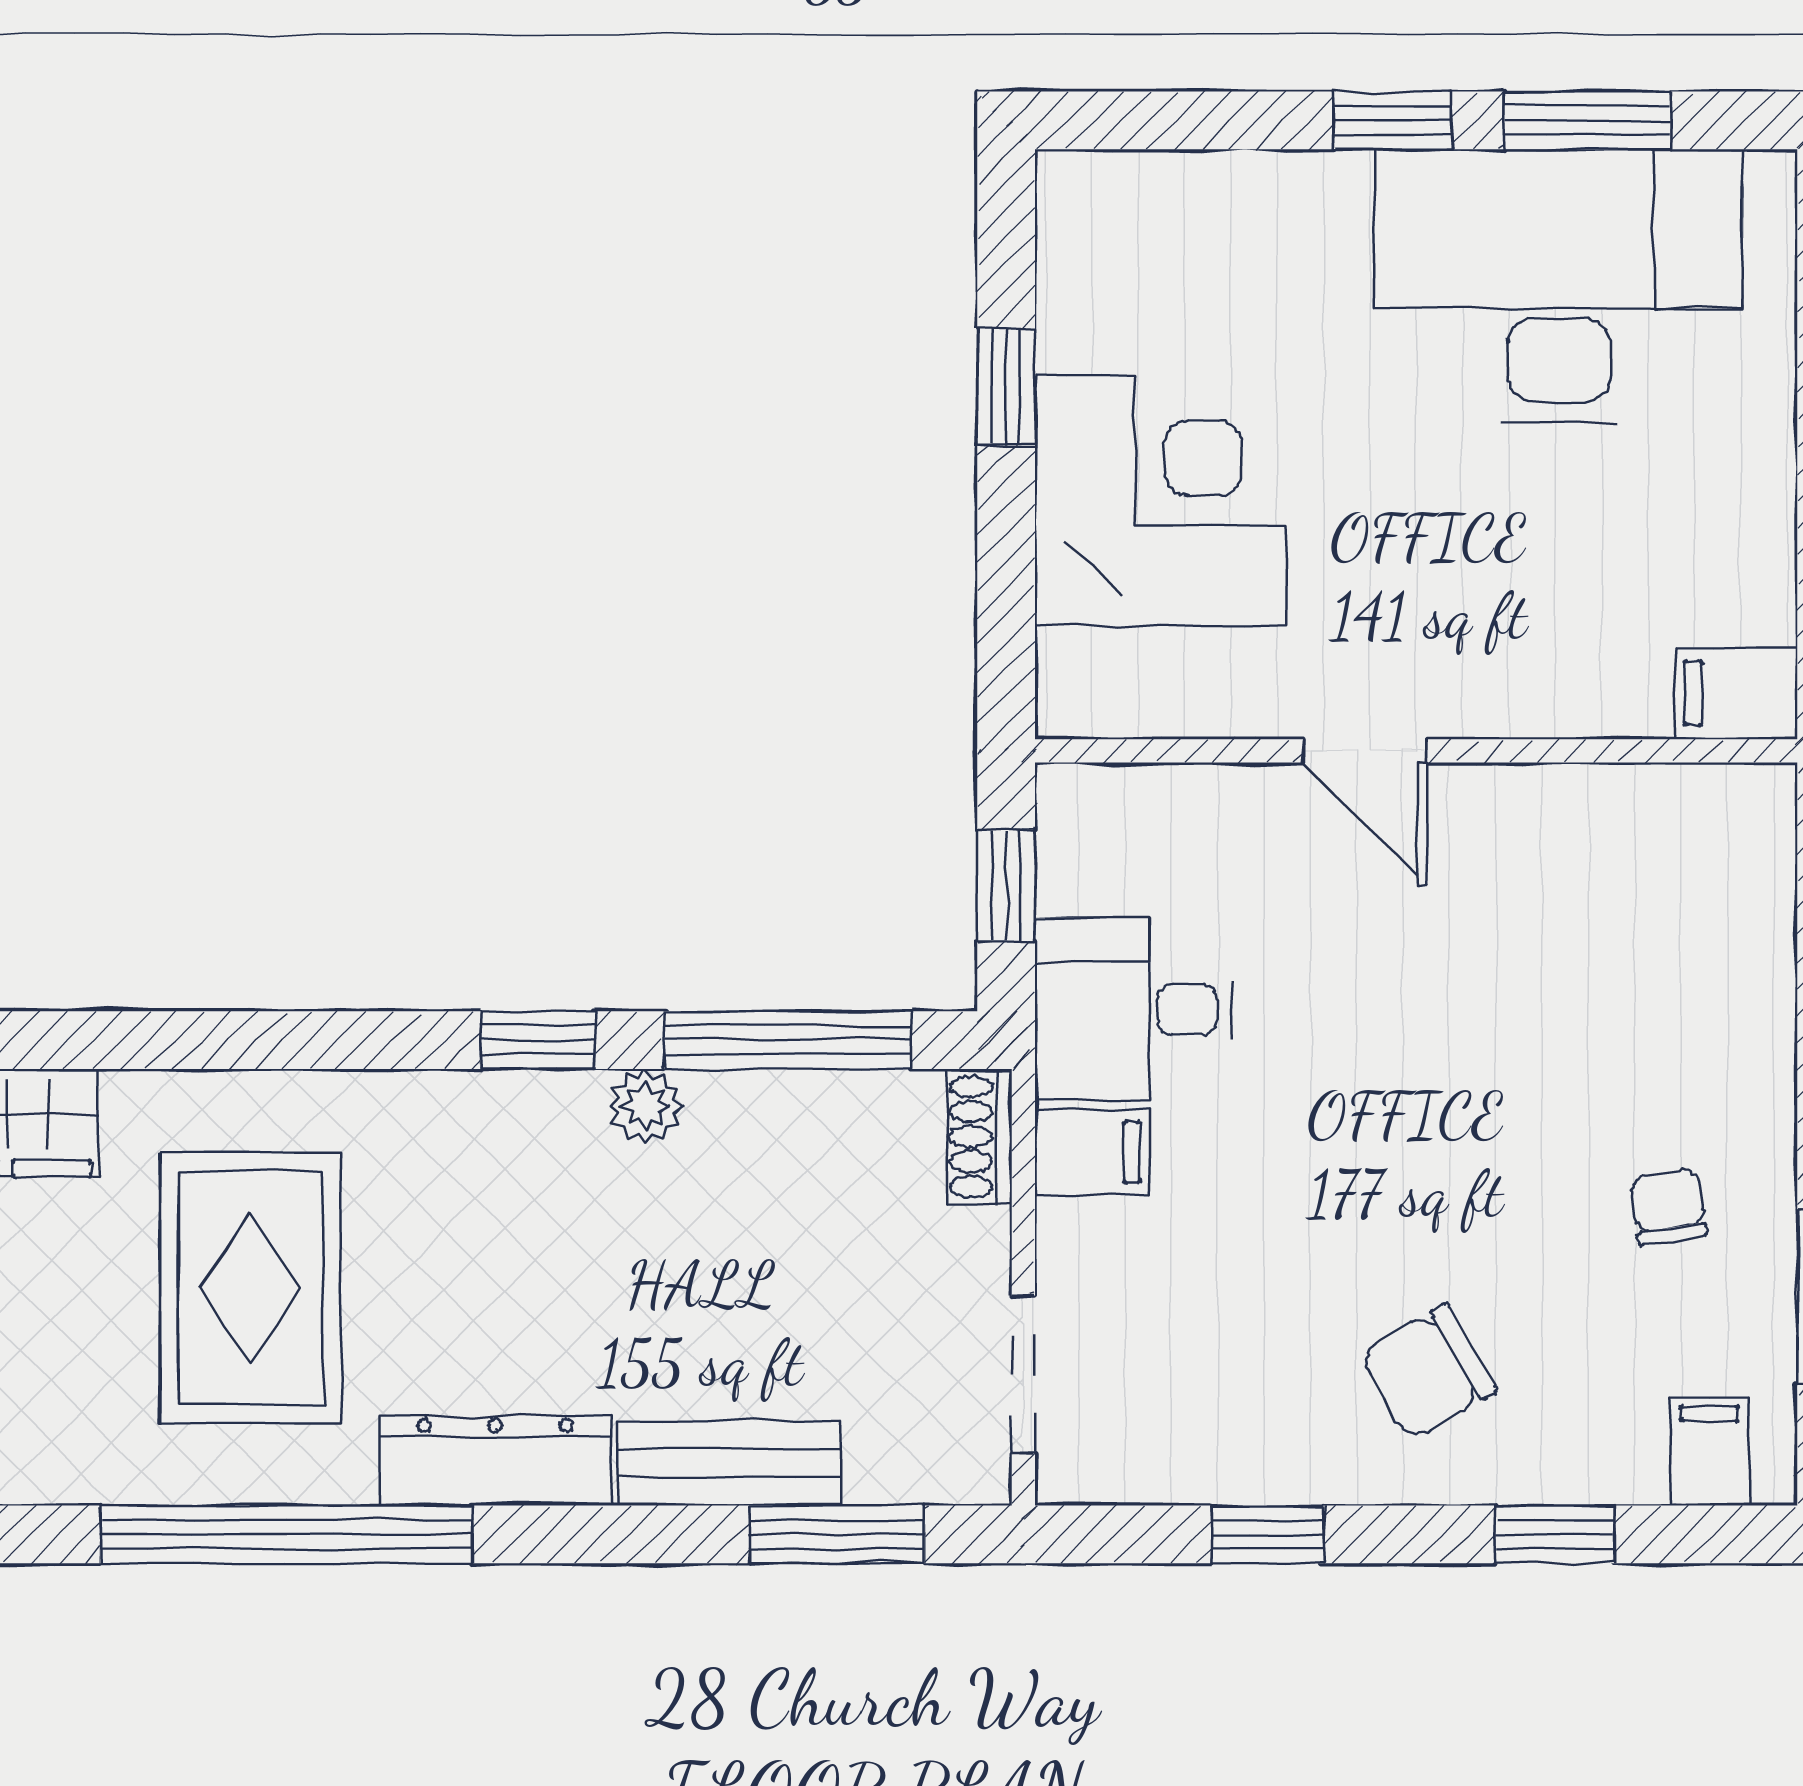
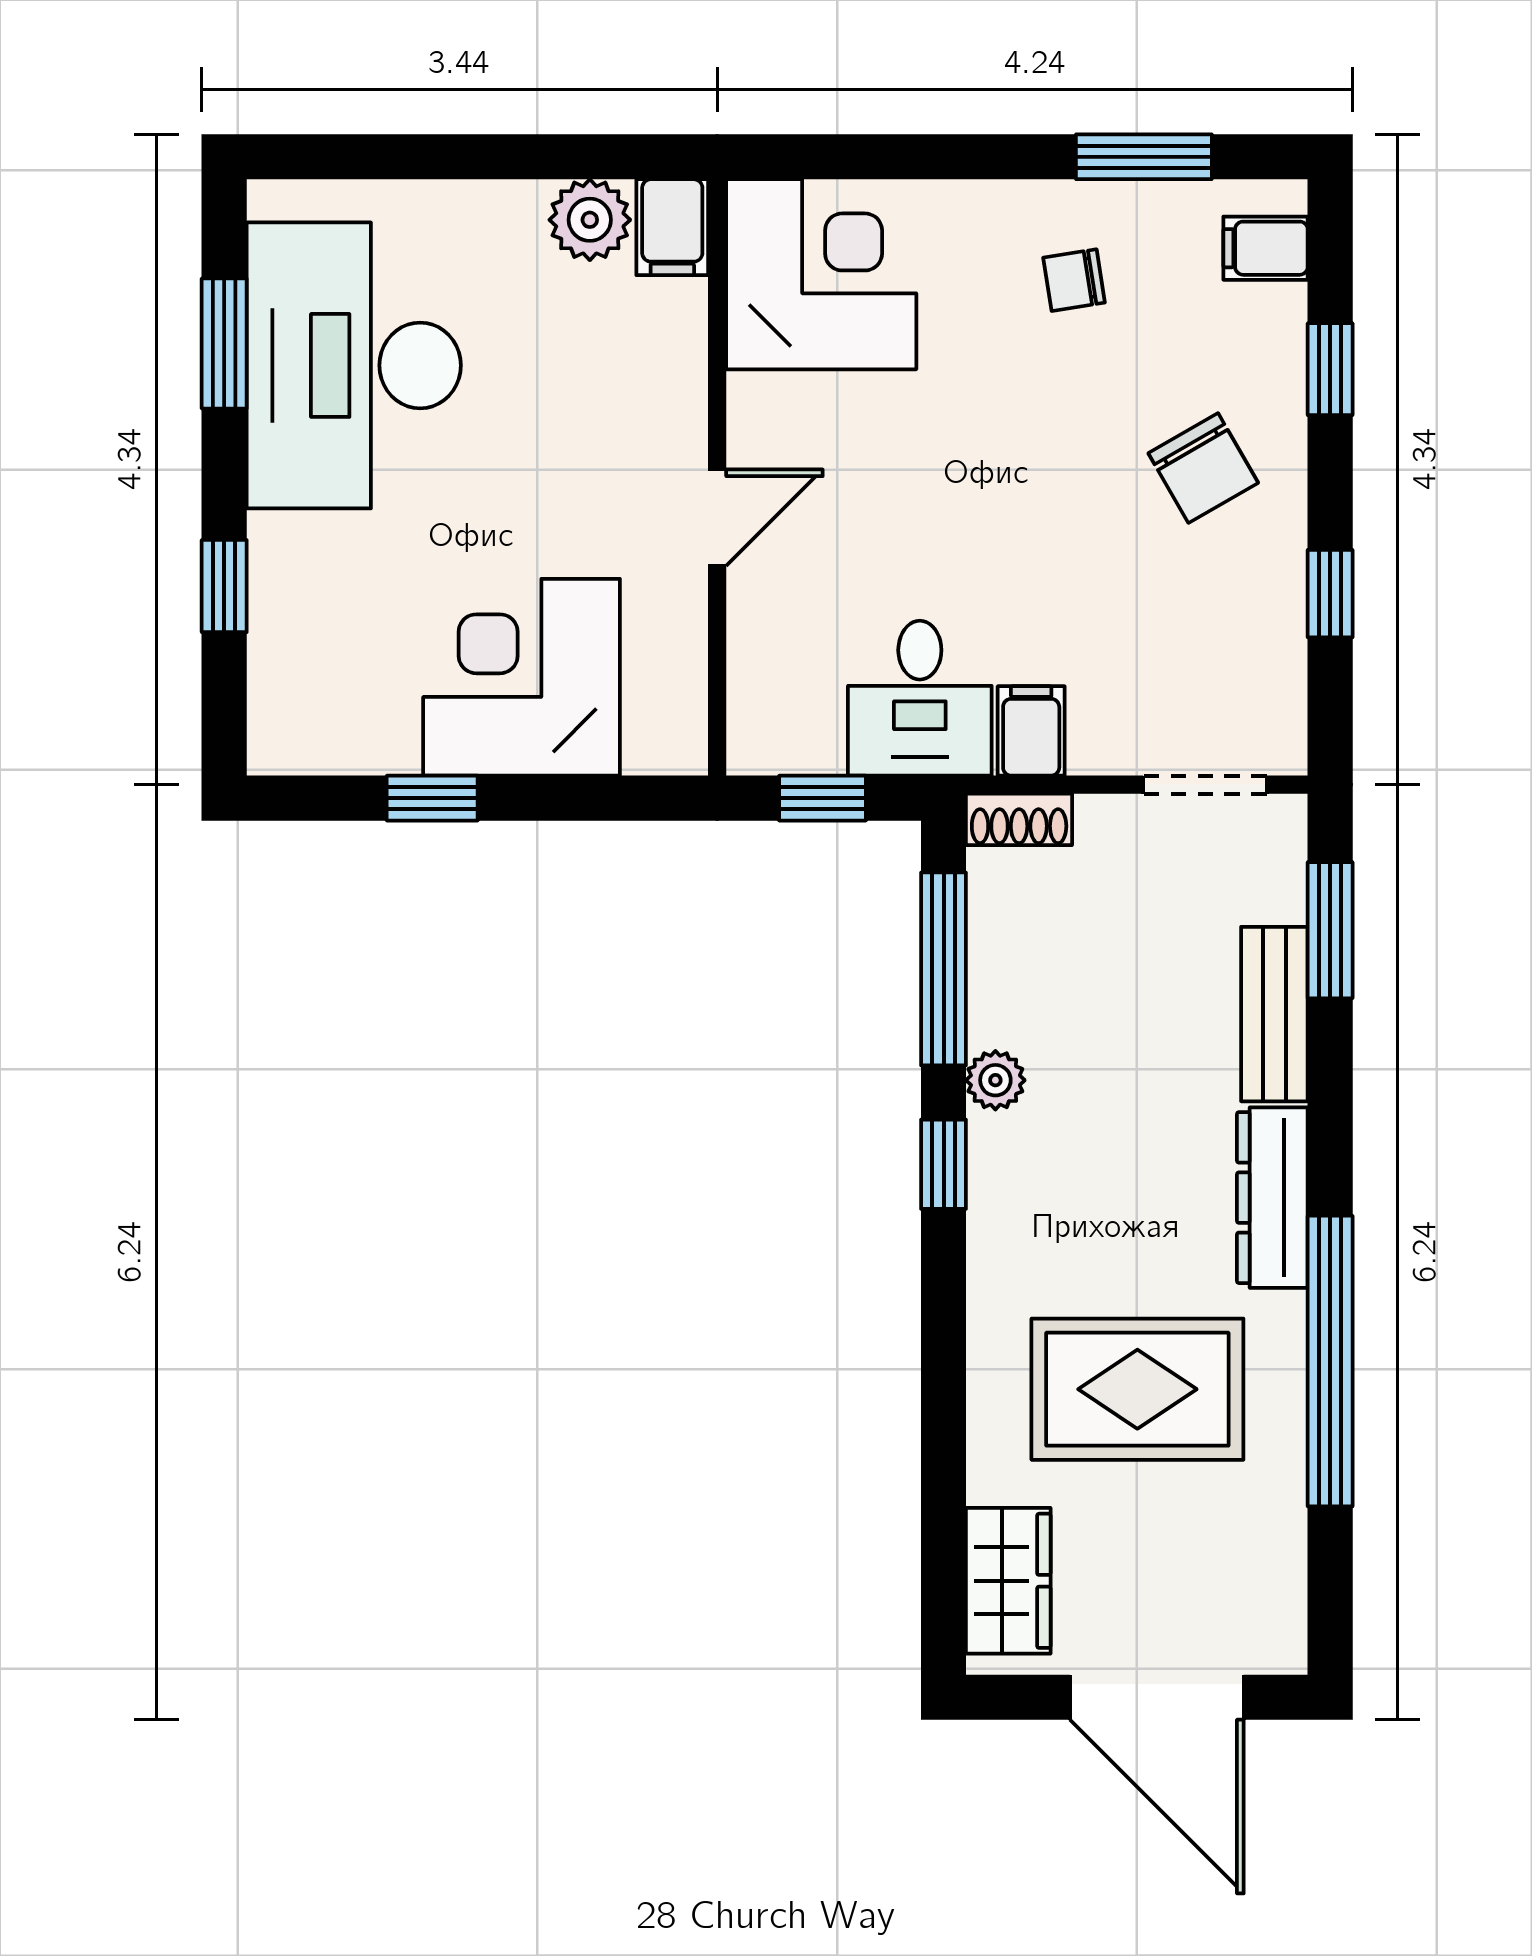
window: (1393, 120) -> (224, 586), moved
plant: (1745, 588) -> (590, 220), added
corner desk: (1676, 884) -> (821, 274), added

